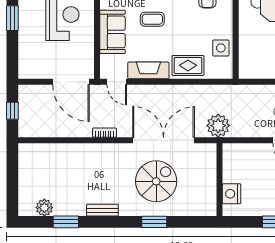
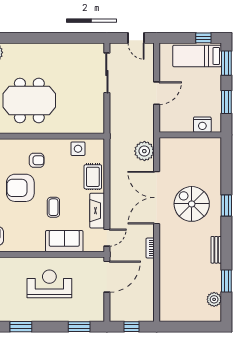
window: (12, 18) -> (79, 327), moved
wall: (220, 180) -> (190, 135), moved
nightstand: (232, 194) -> (202, 125), moved

